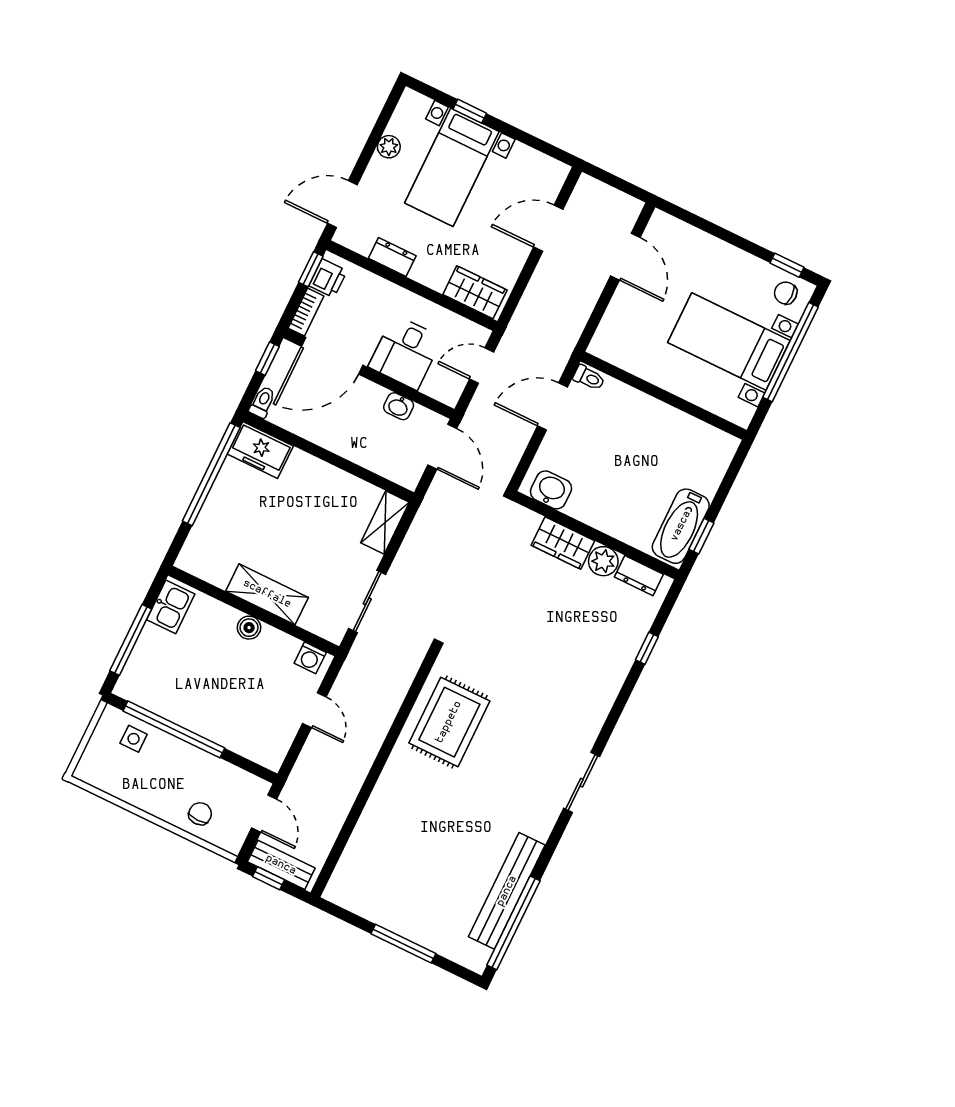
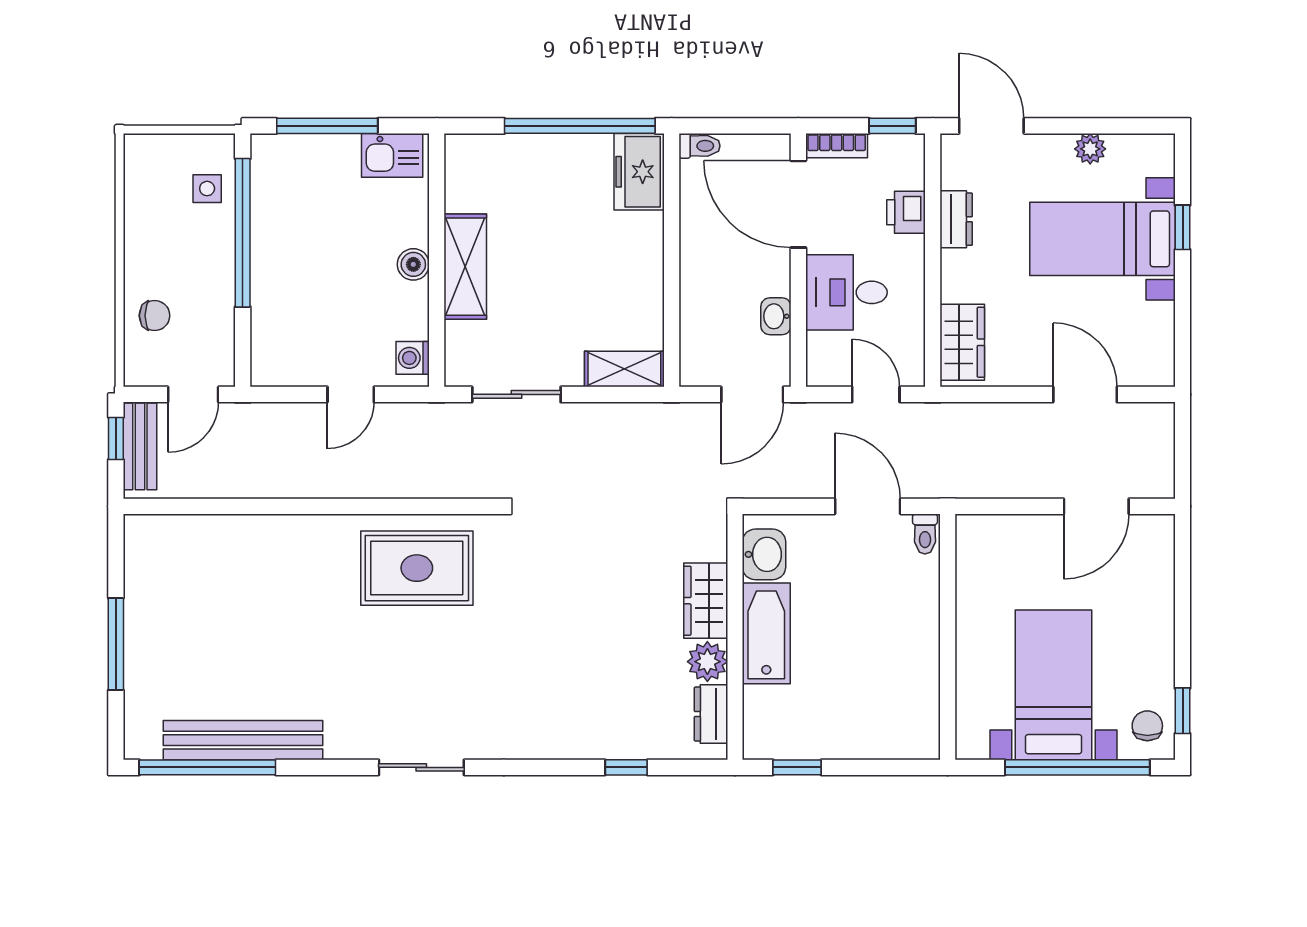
printer: (328, 278) -> (906, 212), moved, turned 90
window: (267, 359) -> (756, 126), removed
bathtub: (681, 526) -> (766, 633), moved, turned 90

